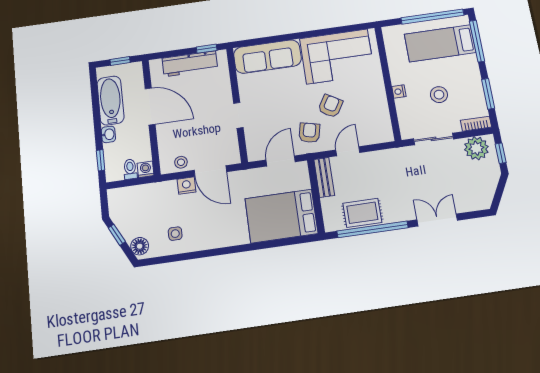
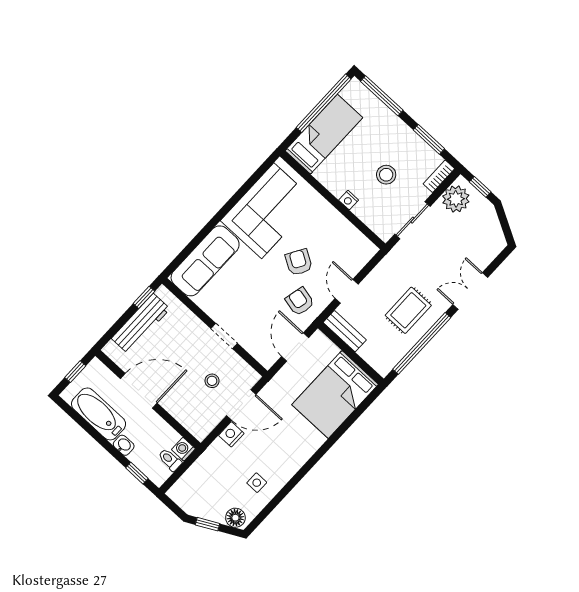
bed: (440, 43) -> (324, 134), moved, turned 180
stool: (181, 162) -> (212, 381), moved
rug: (362, 213) -> (408, 310), moved

